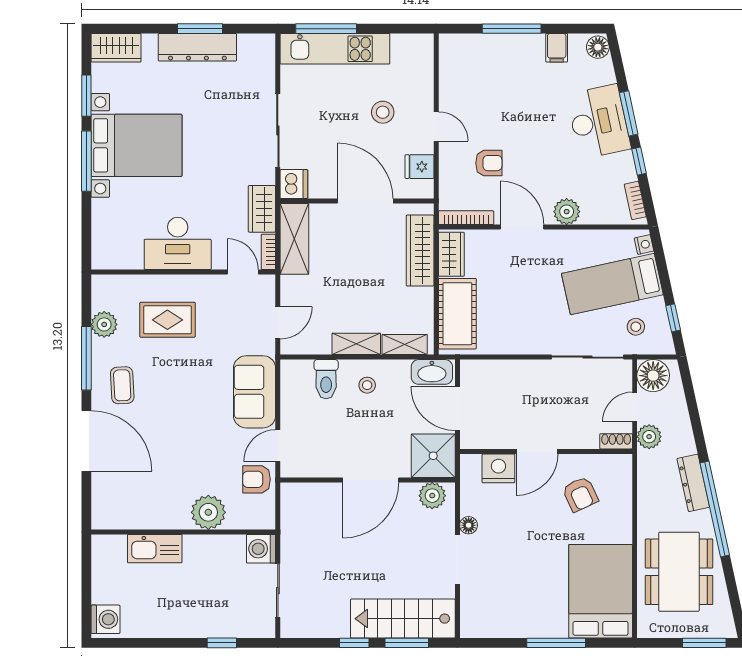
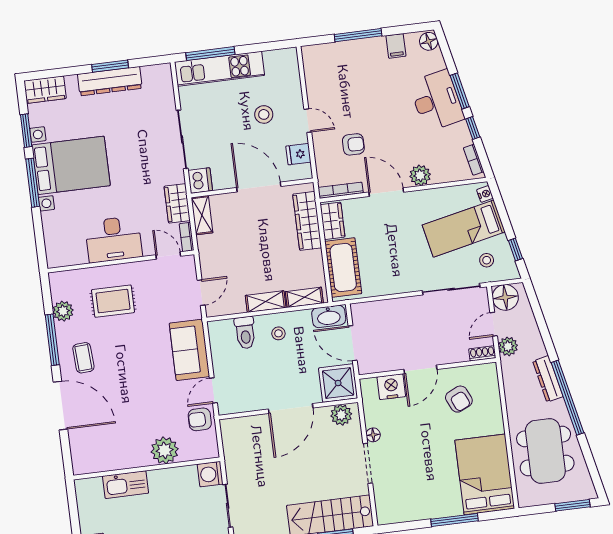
shelving: (294, 239) -> (202, 215), width x0.67, depth x0.75

